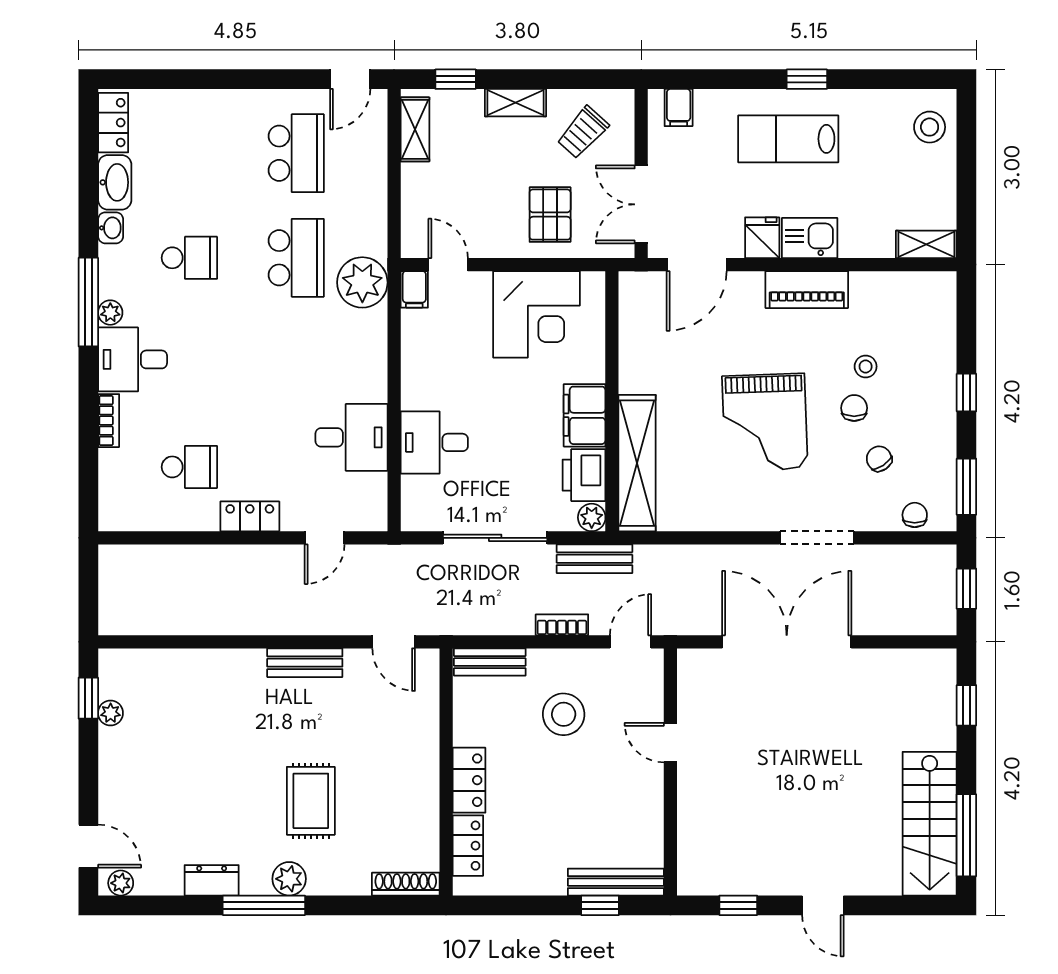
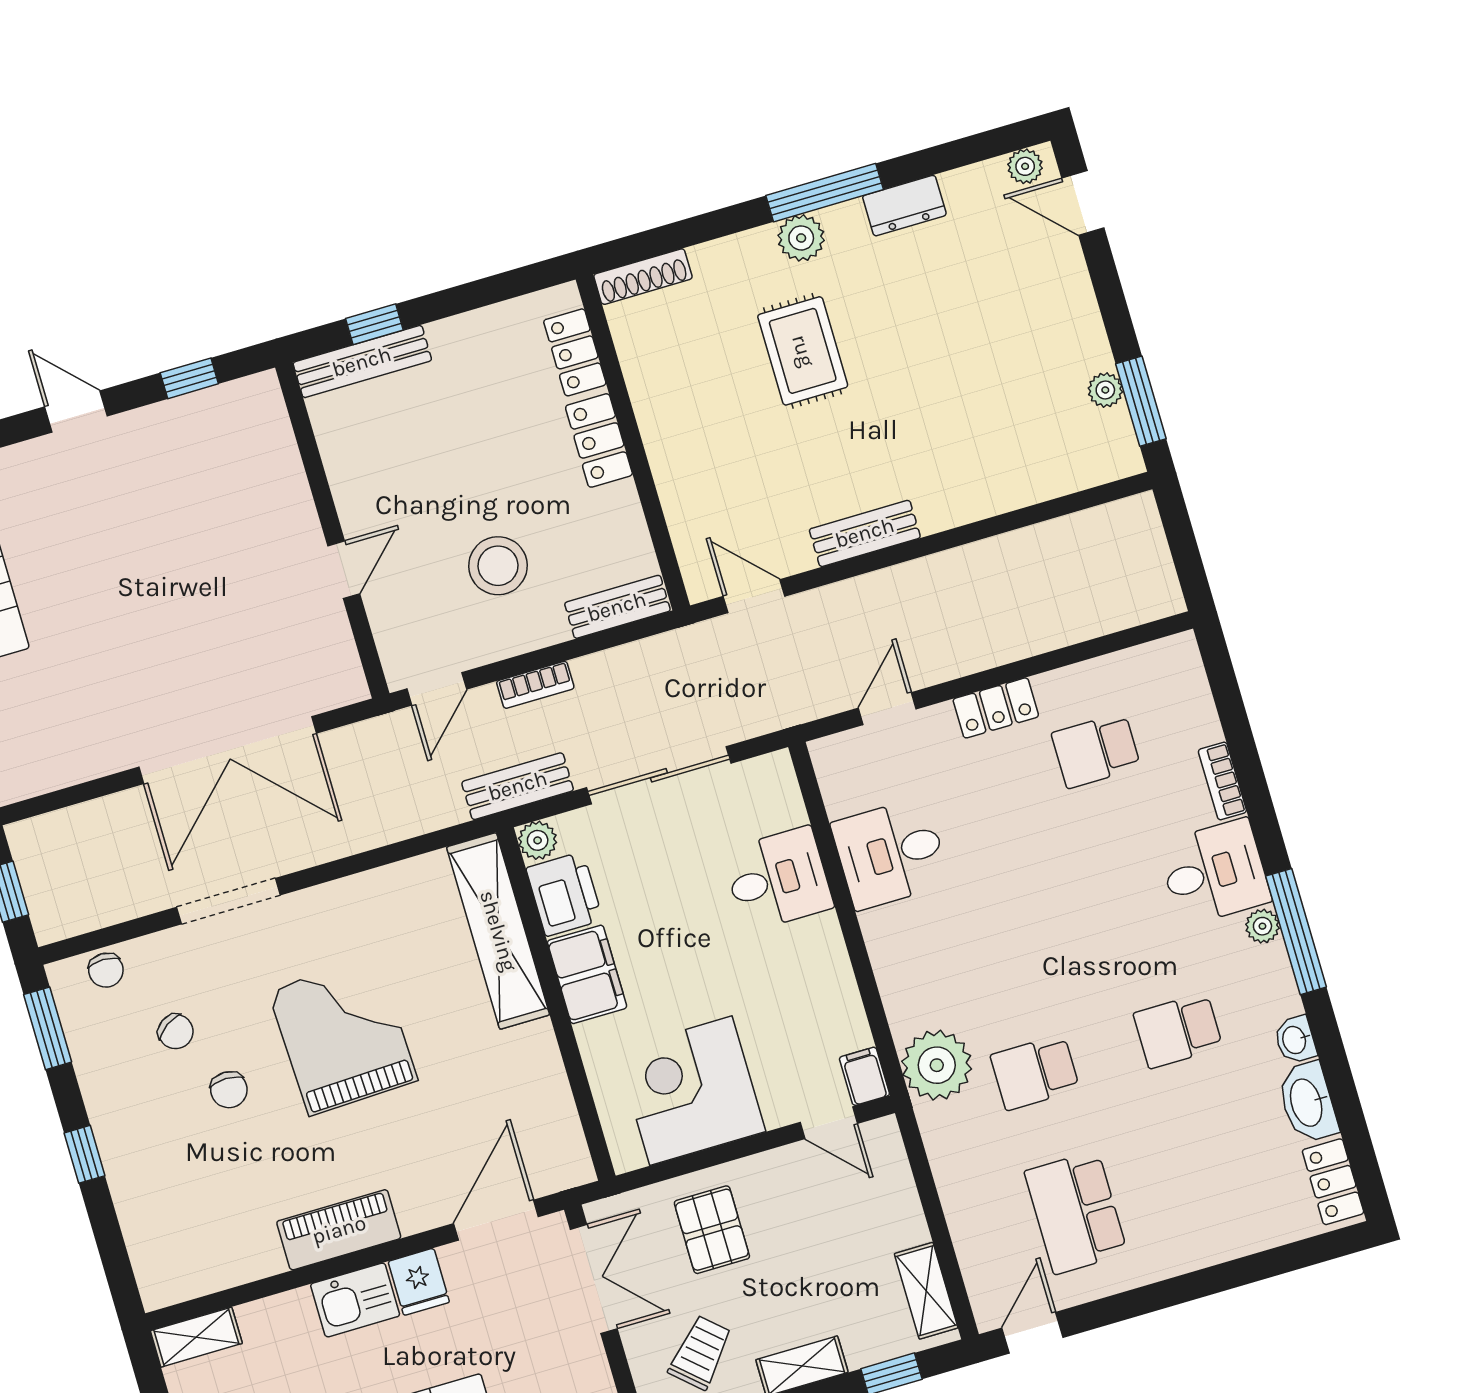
school desk: (296, 258) -> (1035, 1072), width x0.54
stool: (866, 366) -> (230, 1150), removed
window: (88, 698) -> (1141, 401), width x1.50
door: (670, 743) -> (344, 570), hinge flipped

